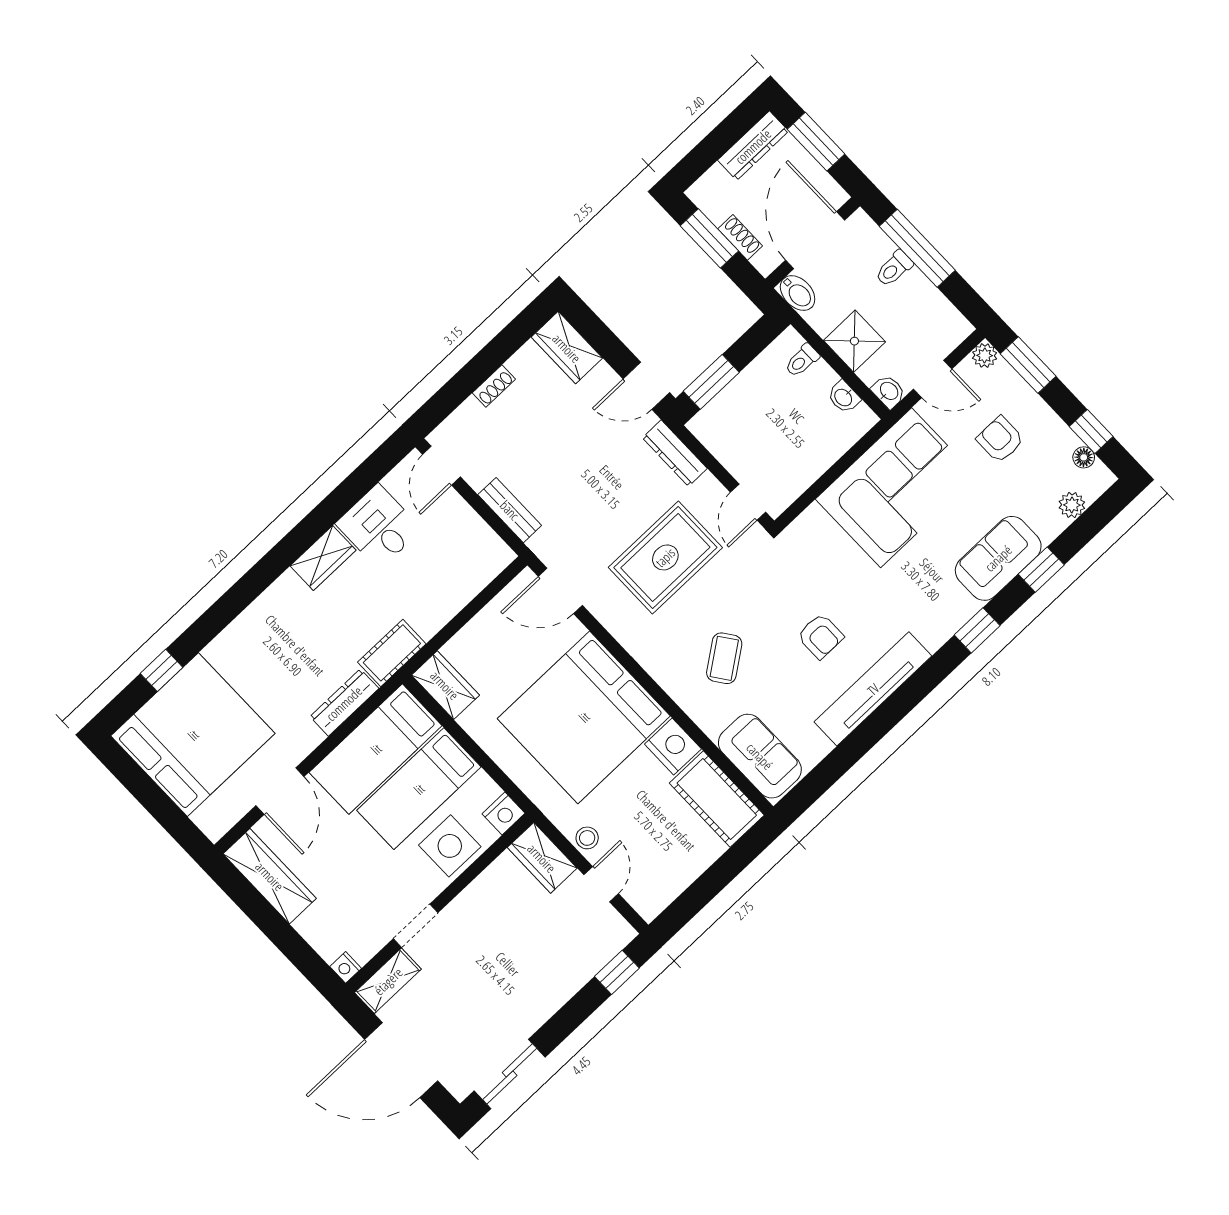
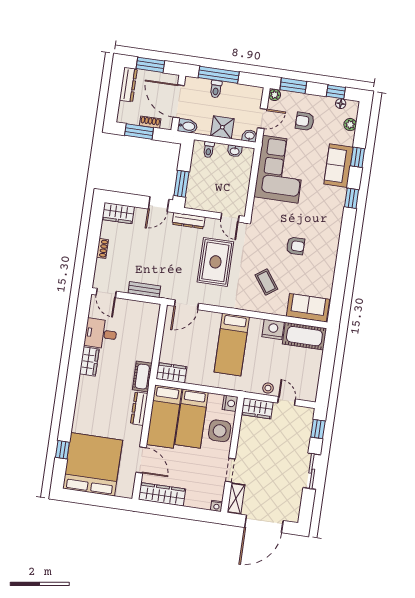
tv unit: (873, 689) -> (330, 250), removed
bed: (584, 717) -> (232, 345), width x0.49
sliding door: (510, 1074) -> (312, 471), moved

